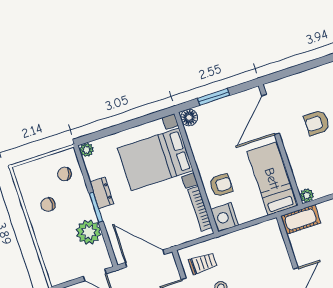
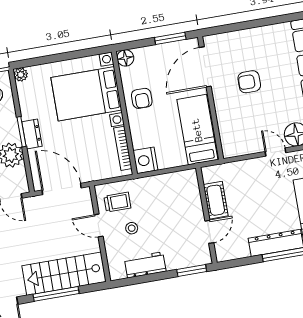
window: (214, 97) -> (170, 38), moved
armchair: (221, 185) -> (142, 98), moved, turned 90
dresser: (102, 193) -> (32, 134), moved
plant: (307, 195) -> (229, 151), removed
cot: (301, 219) -> (216, 200), moved, turned 90

